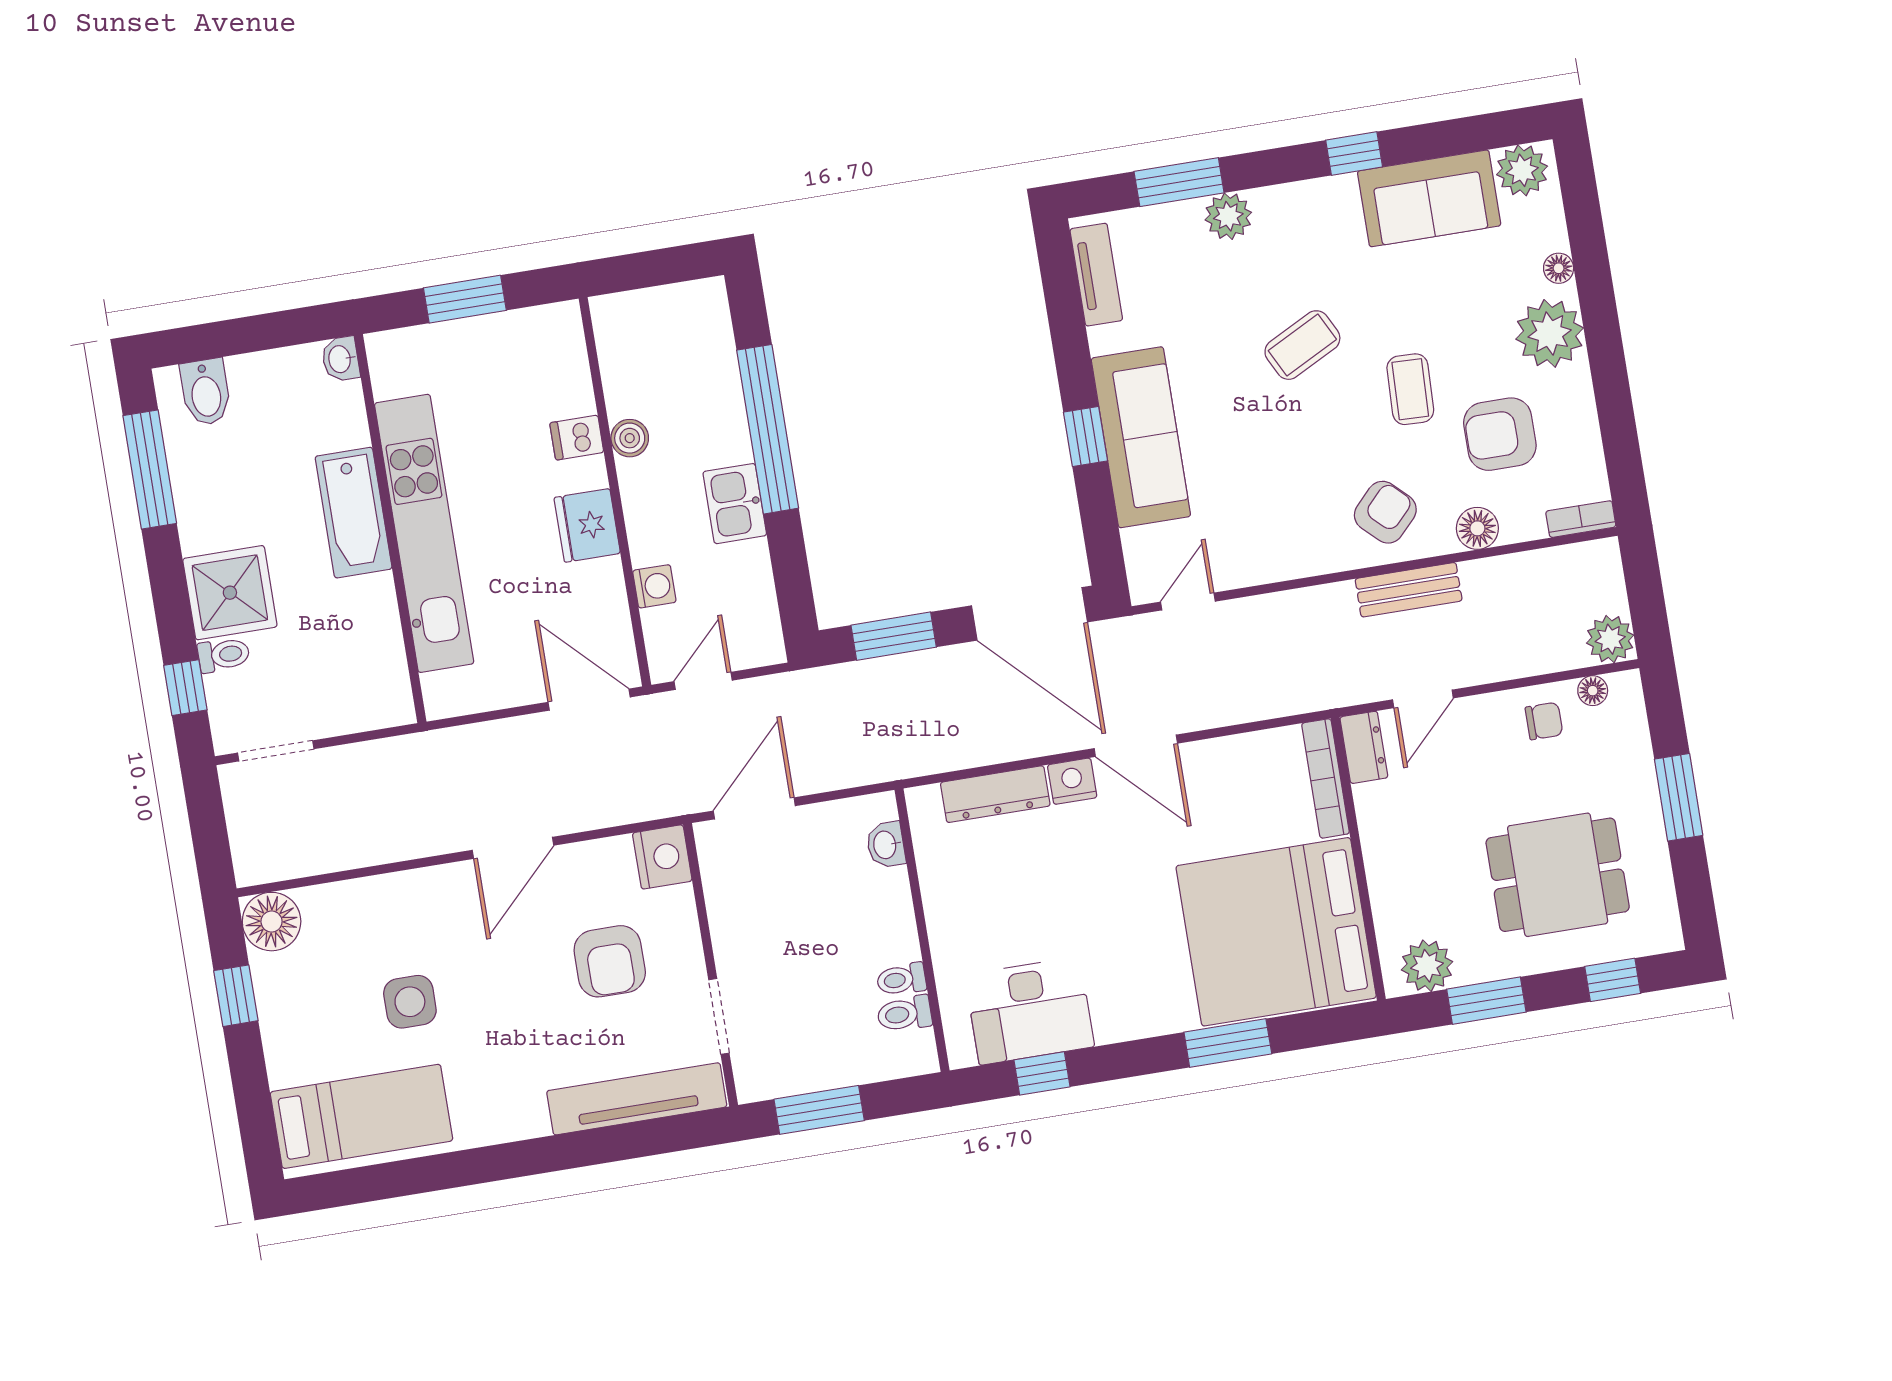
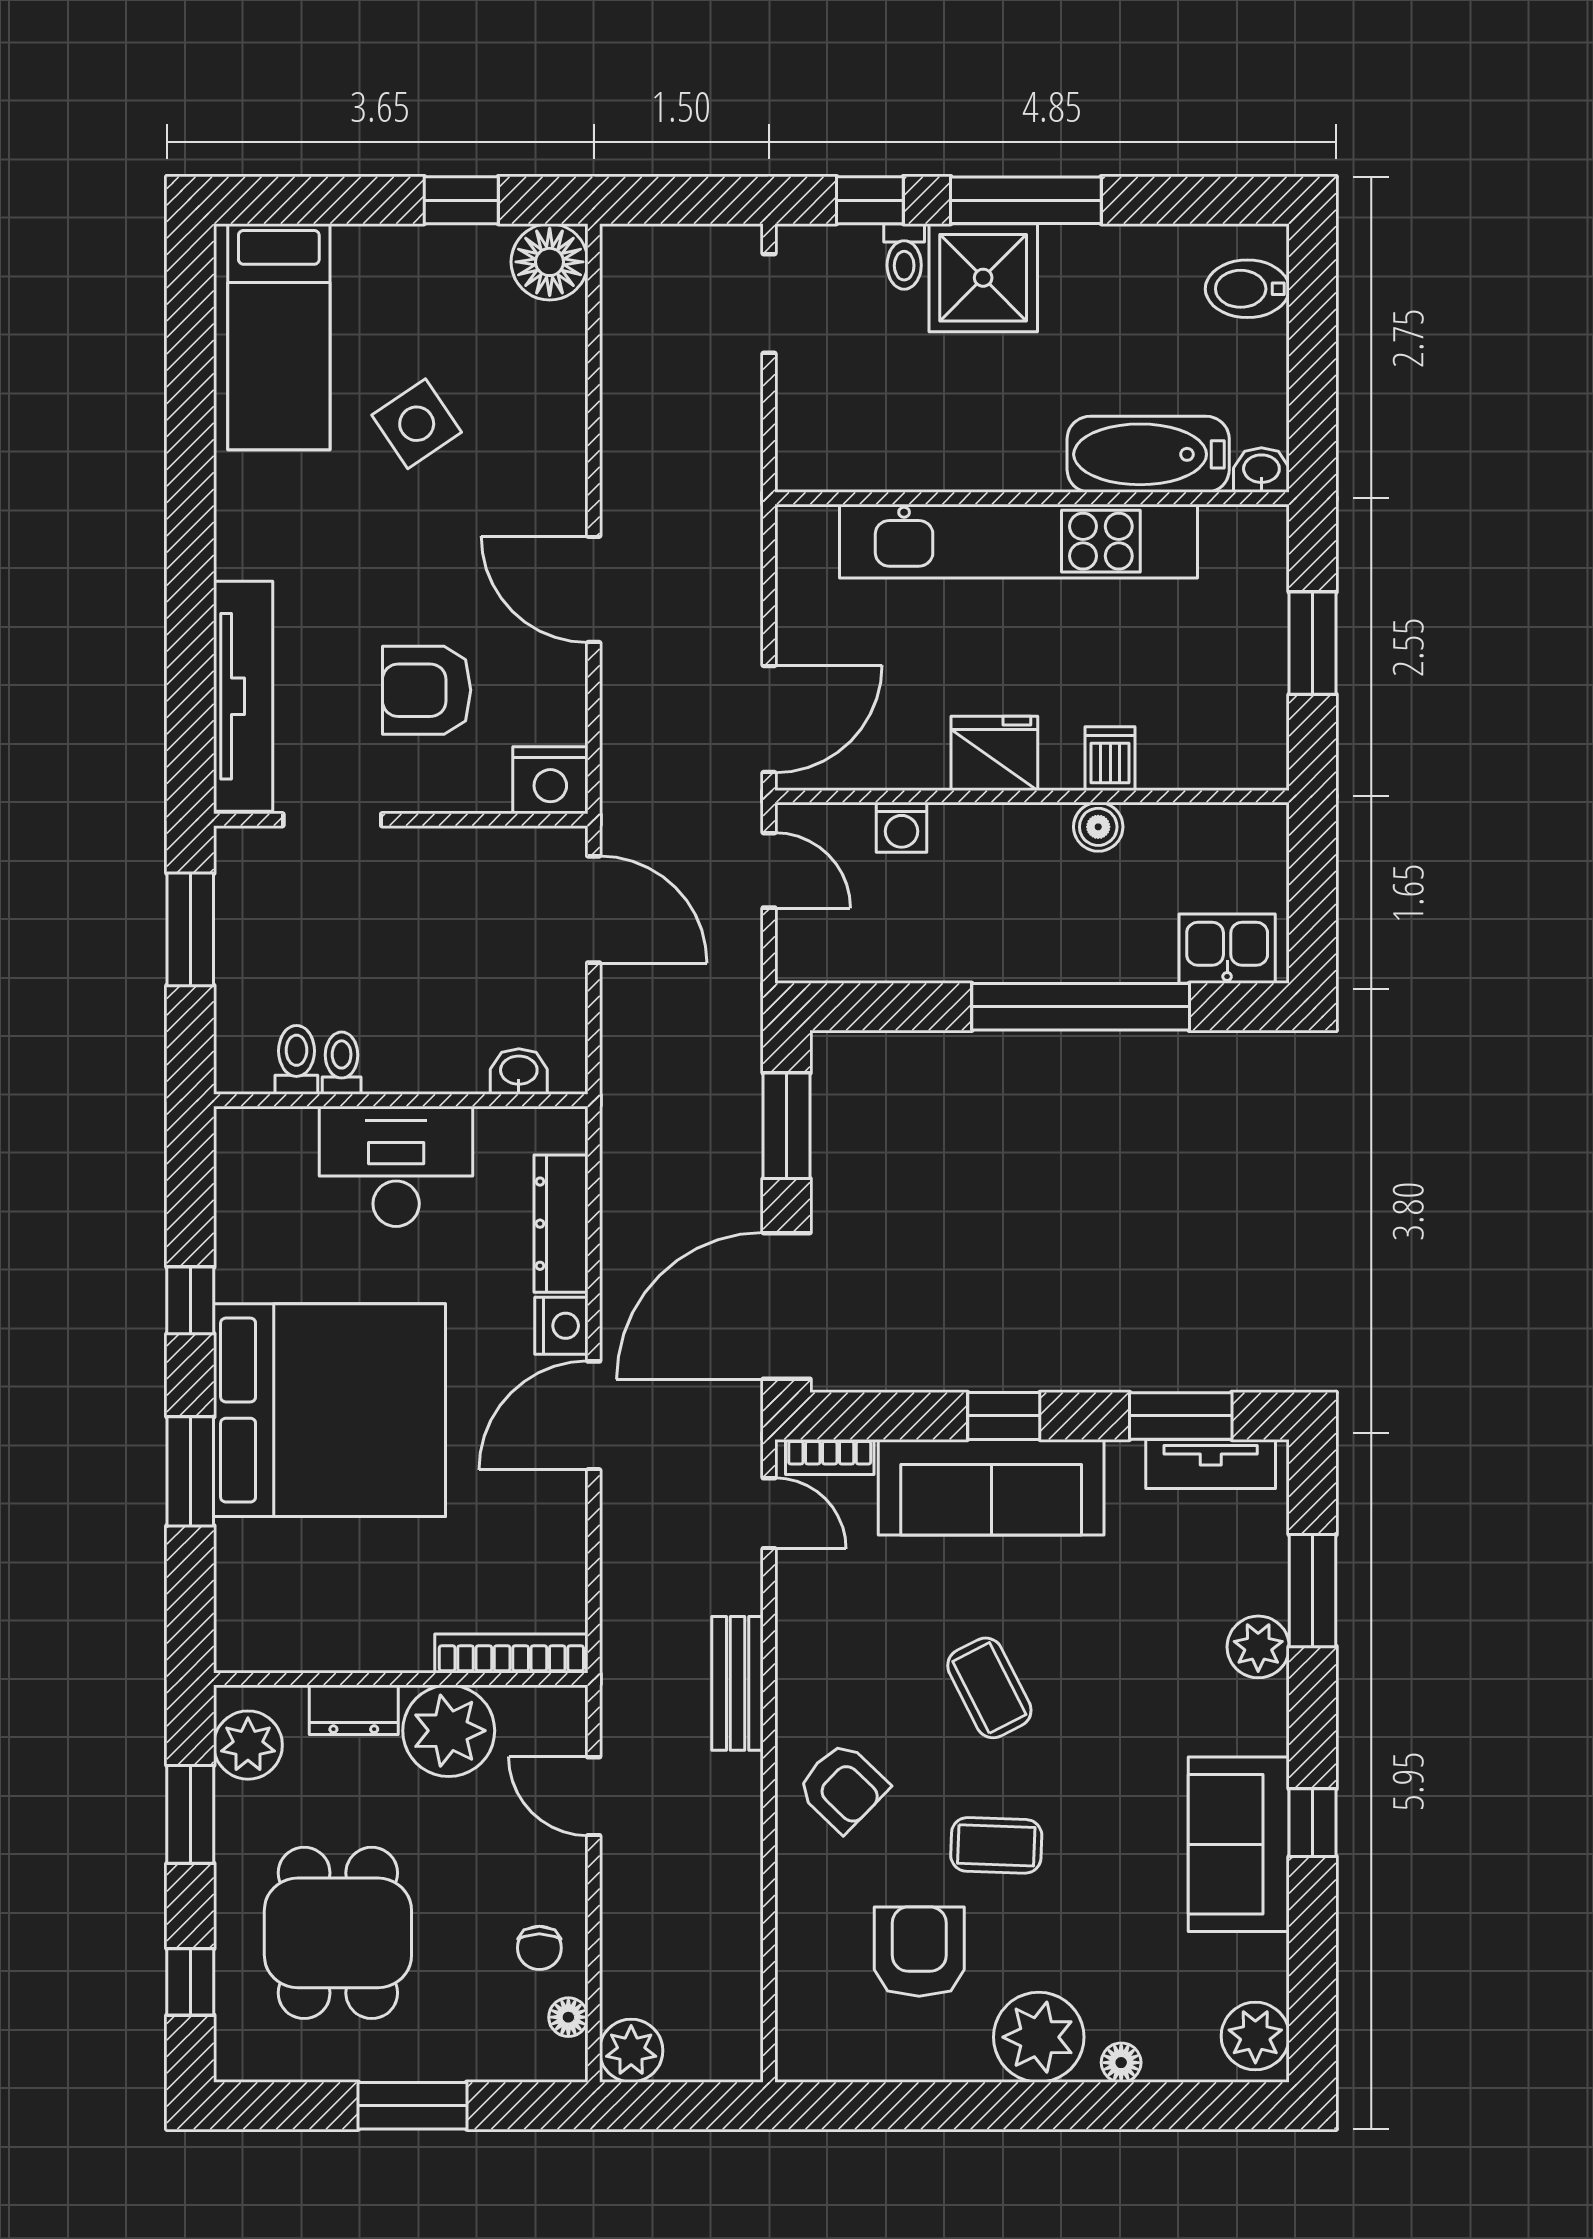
sofa: (1429, 198) -> (1239, 1844), moved
window: (1064, 303) -> (1181, 1416), added
coffee table: (1302, 345) -> (989, 1688), moved
window: (150, 470) -> (1026, 200), moved
kitchen sink: (735, 504) -> (1227, 949), moved
bathtub: (354, 513) -> (1148, 454), moved
bookcase: (1581, 519) -> (830, 1457), moved, turned 90
floor lamp: (1477, 528) -> (802, 1903), removed
bench: (1409, 590) -> (738, 1683), moved
dresser: (1364, 747) -> (354, 1710), moved
plant: (1391, 816) -> (449, 1731), added
bed: (1276, 932) -> (330, 1410), moved, turned 90
side table: (410, 1002) -> (417, 424), turned -34
desk: (1030, 1011) -> (396, 1166), moved, turned 90
window: (1042, 1073) -> (190, 1300), moved

